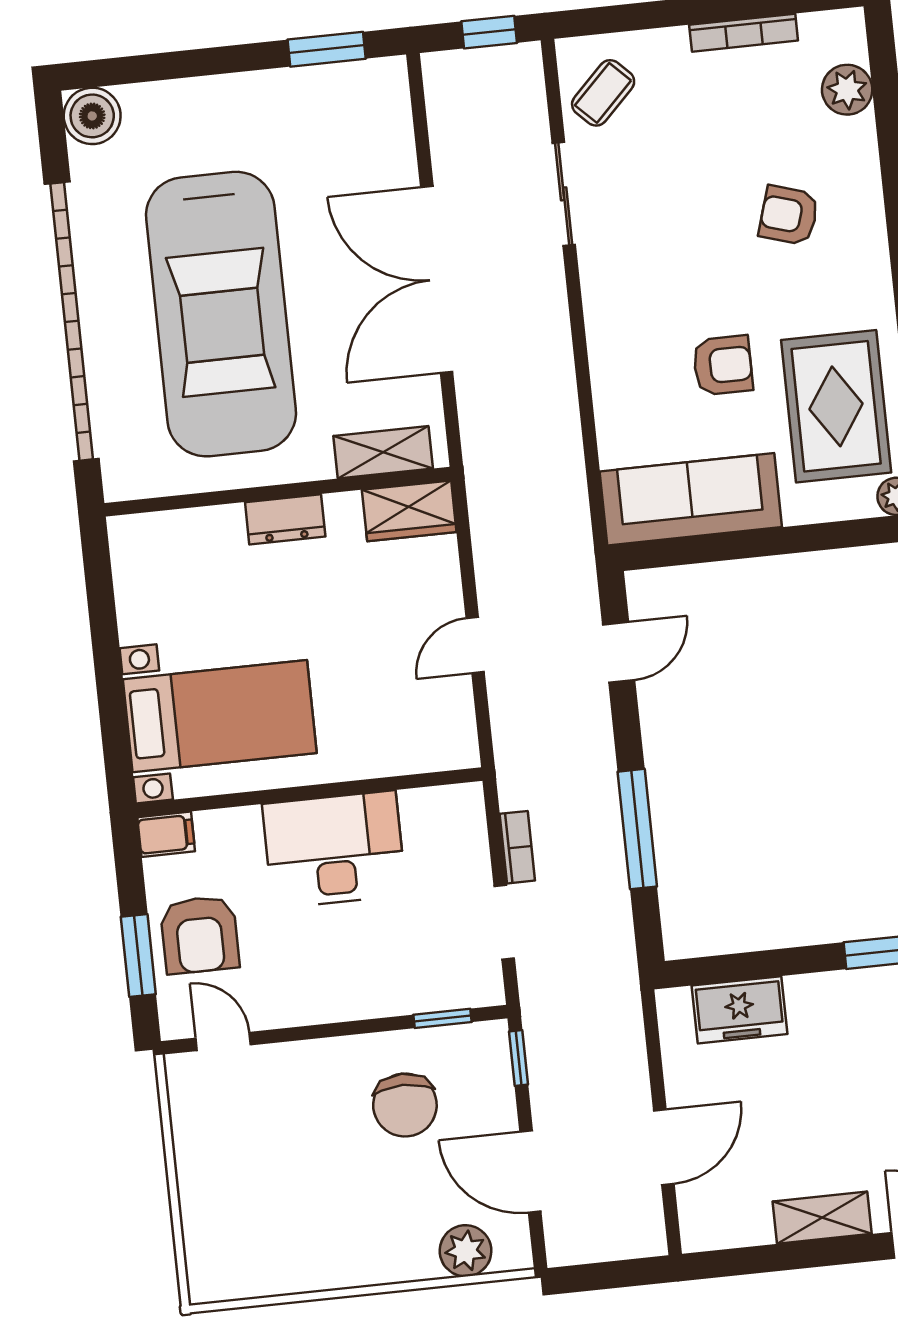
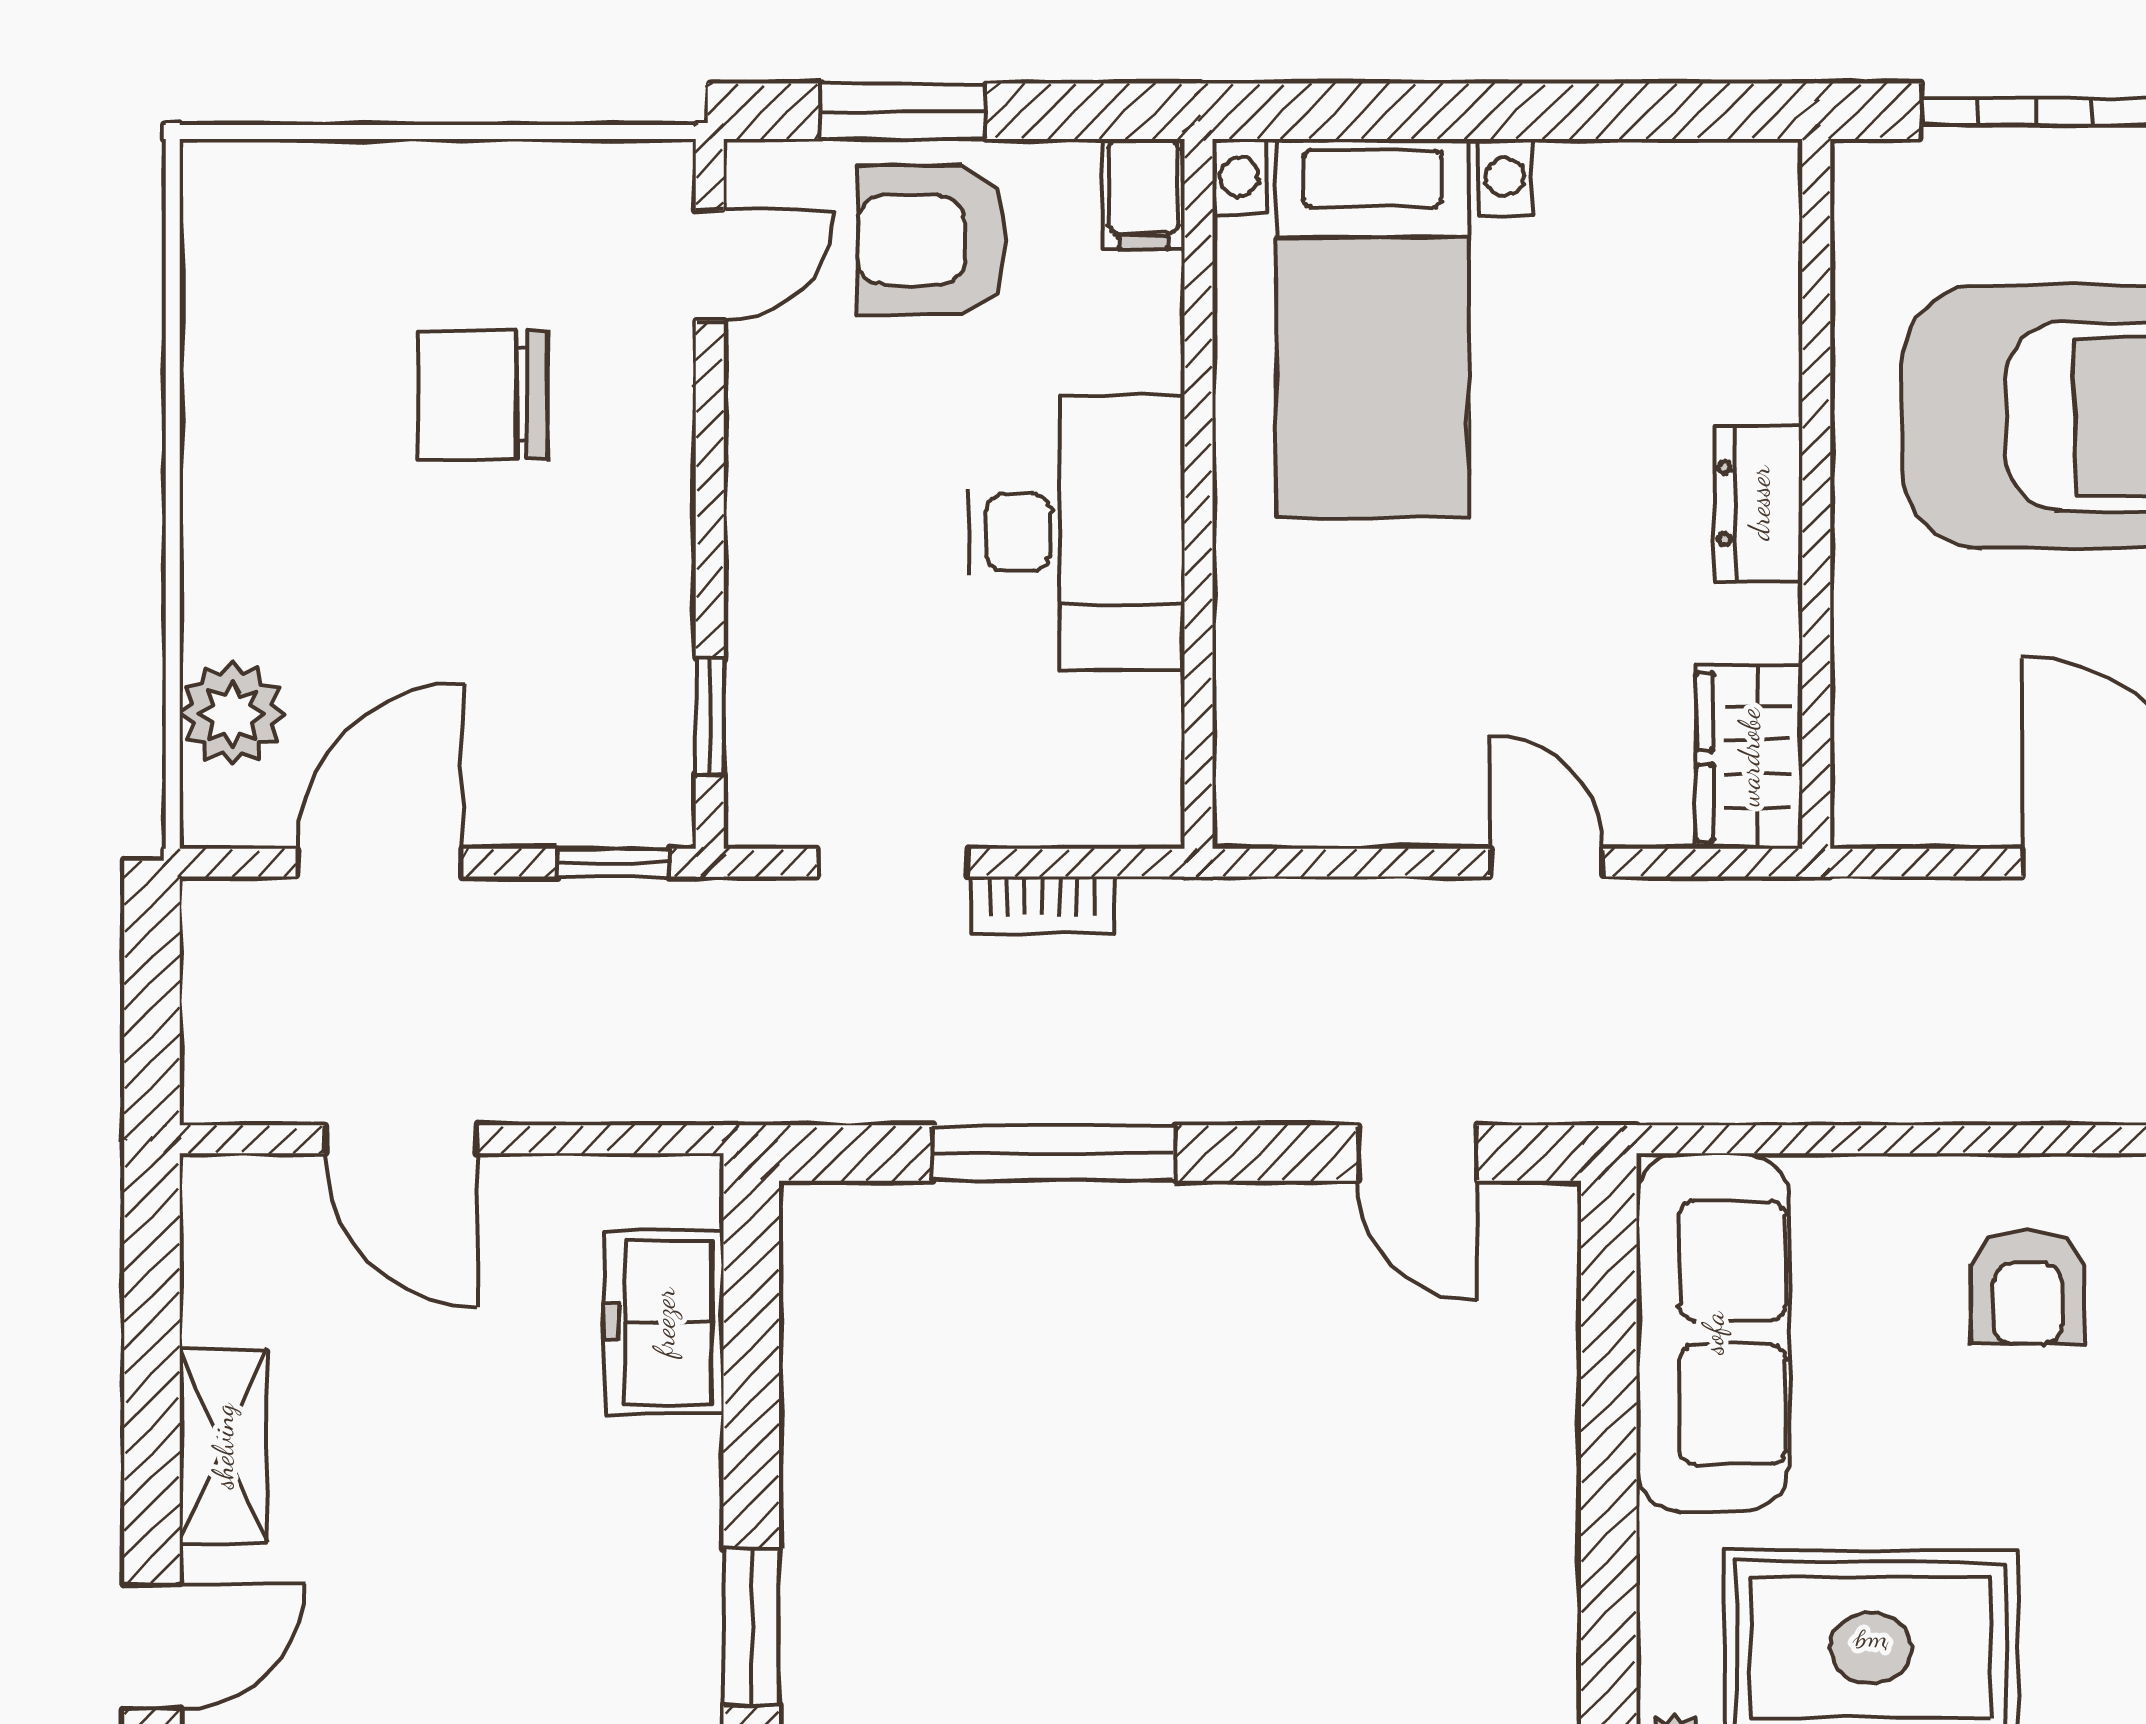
armchair: (723, 365) -> (2028, 1288), moved
shelving: (383, 452) -> (1874, 717), removed
door: (475, 645) -> (1546, 863), moved
chair: (405, 1105) -> (483, 395), moved

